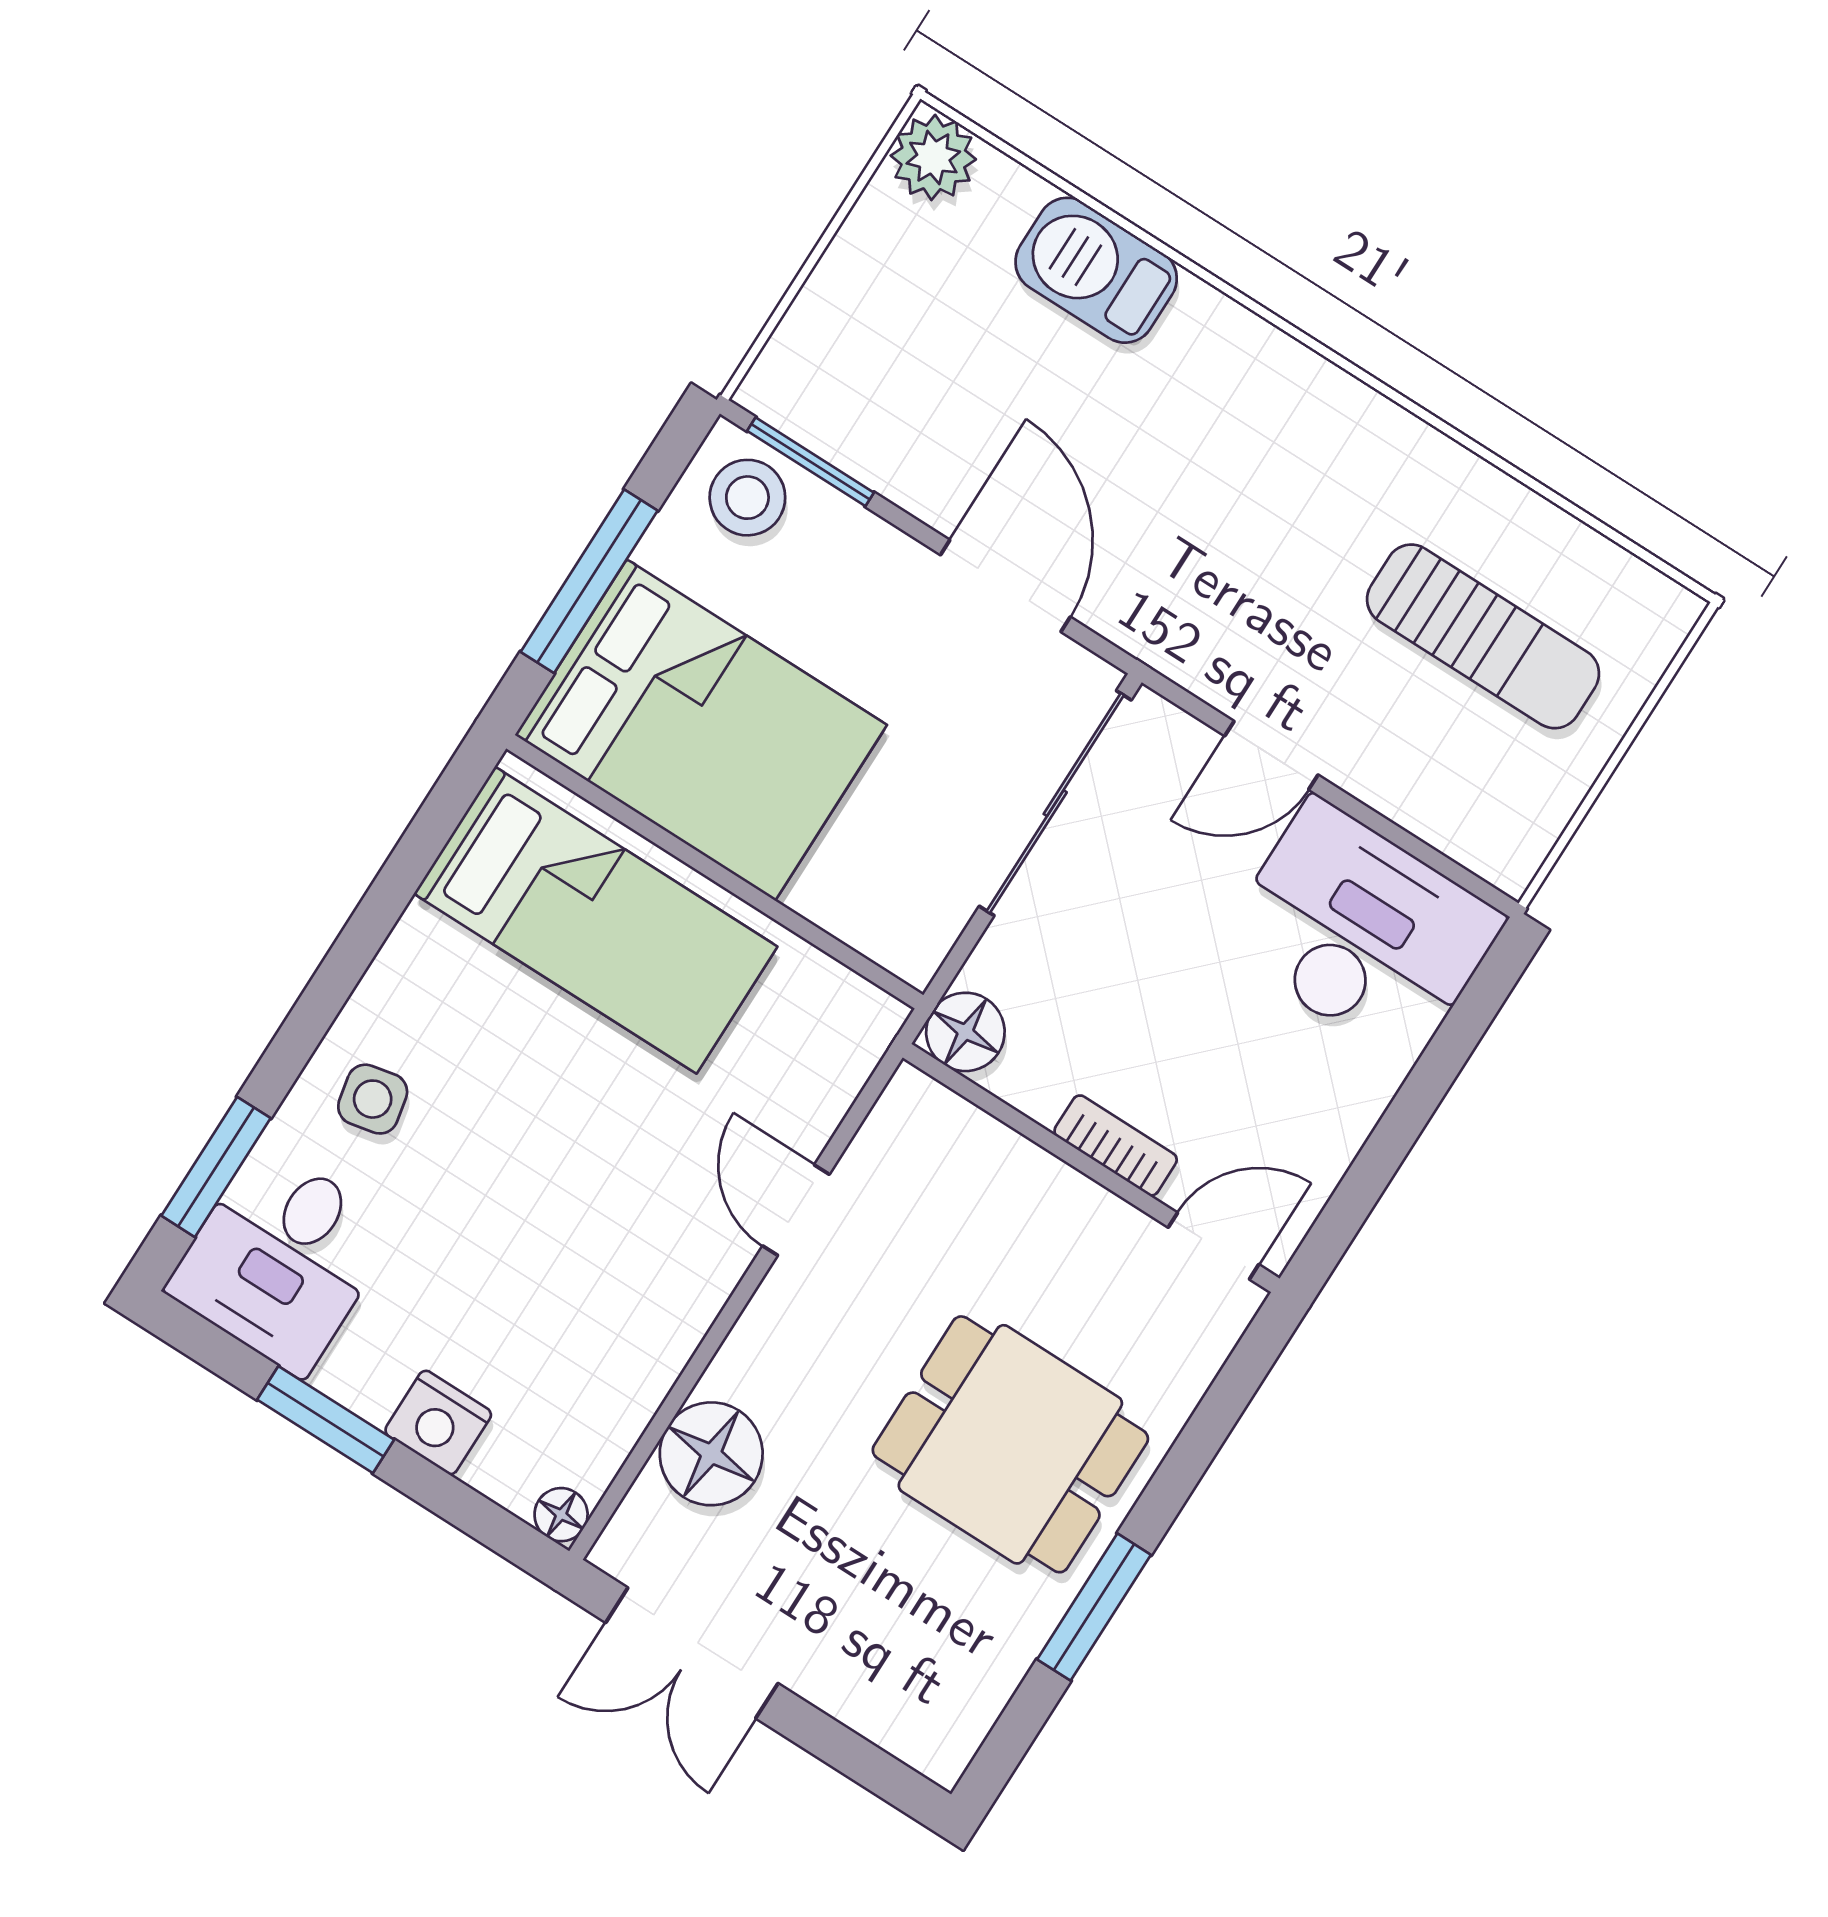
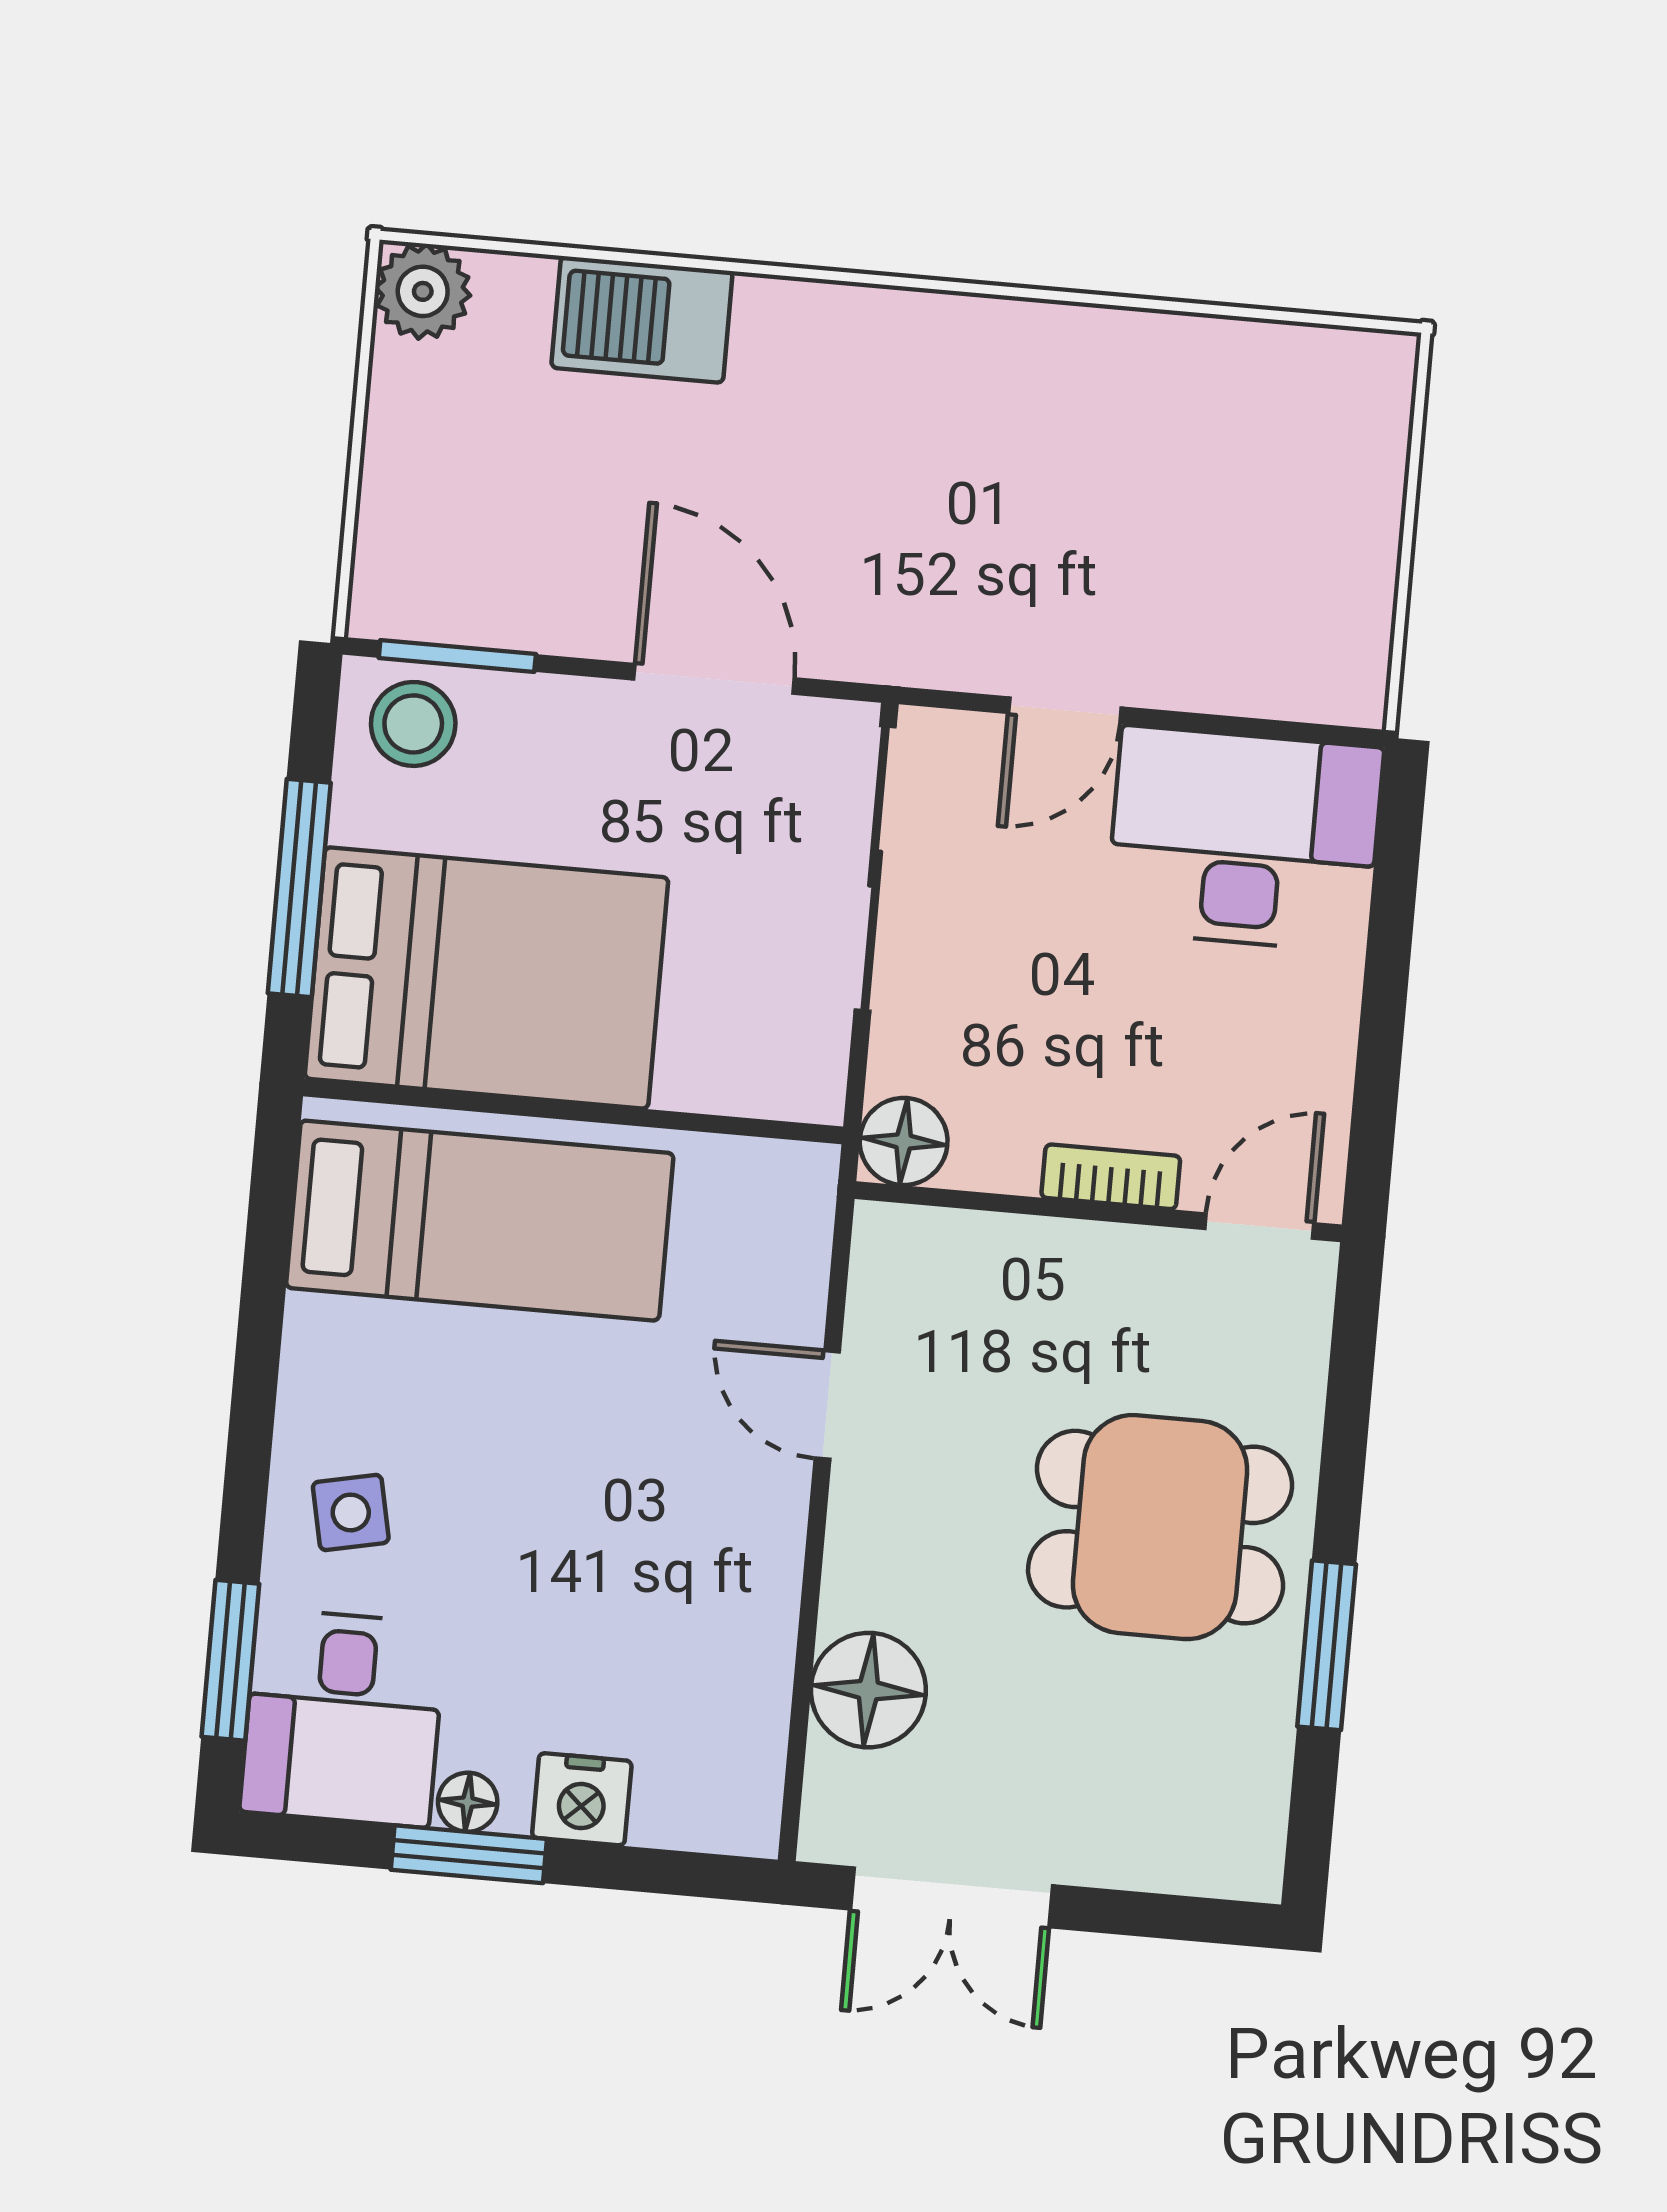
sun lounger: (1483, 636) -> (1213, 484), removed
floor lamp: (561, 1515) -> (468, 1802), moved

